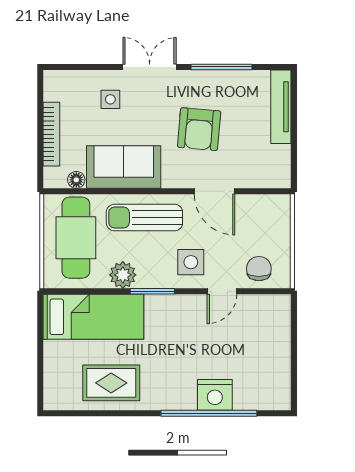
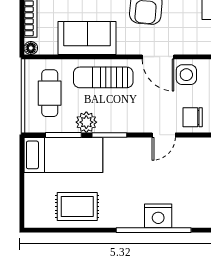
floor lamp: (76, 180) -> (31, 48), moved
cafe table: (76, 238) -> (50, 93), width x0.73, depth x0.74
side table: (191, 262) -> (186, 75), moved
chair: (259, 269) -> (193, 117), turned -90
window: (93, 291) -> (63, 135), added

